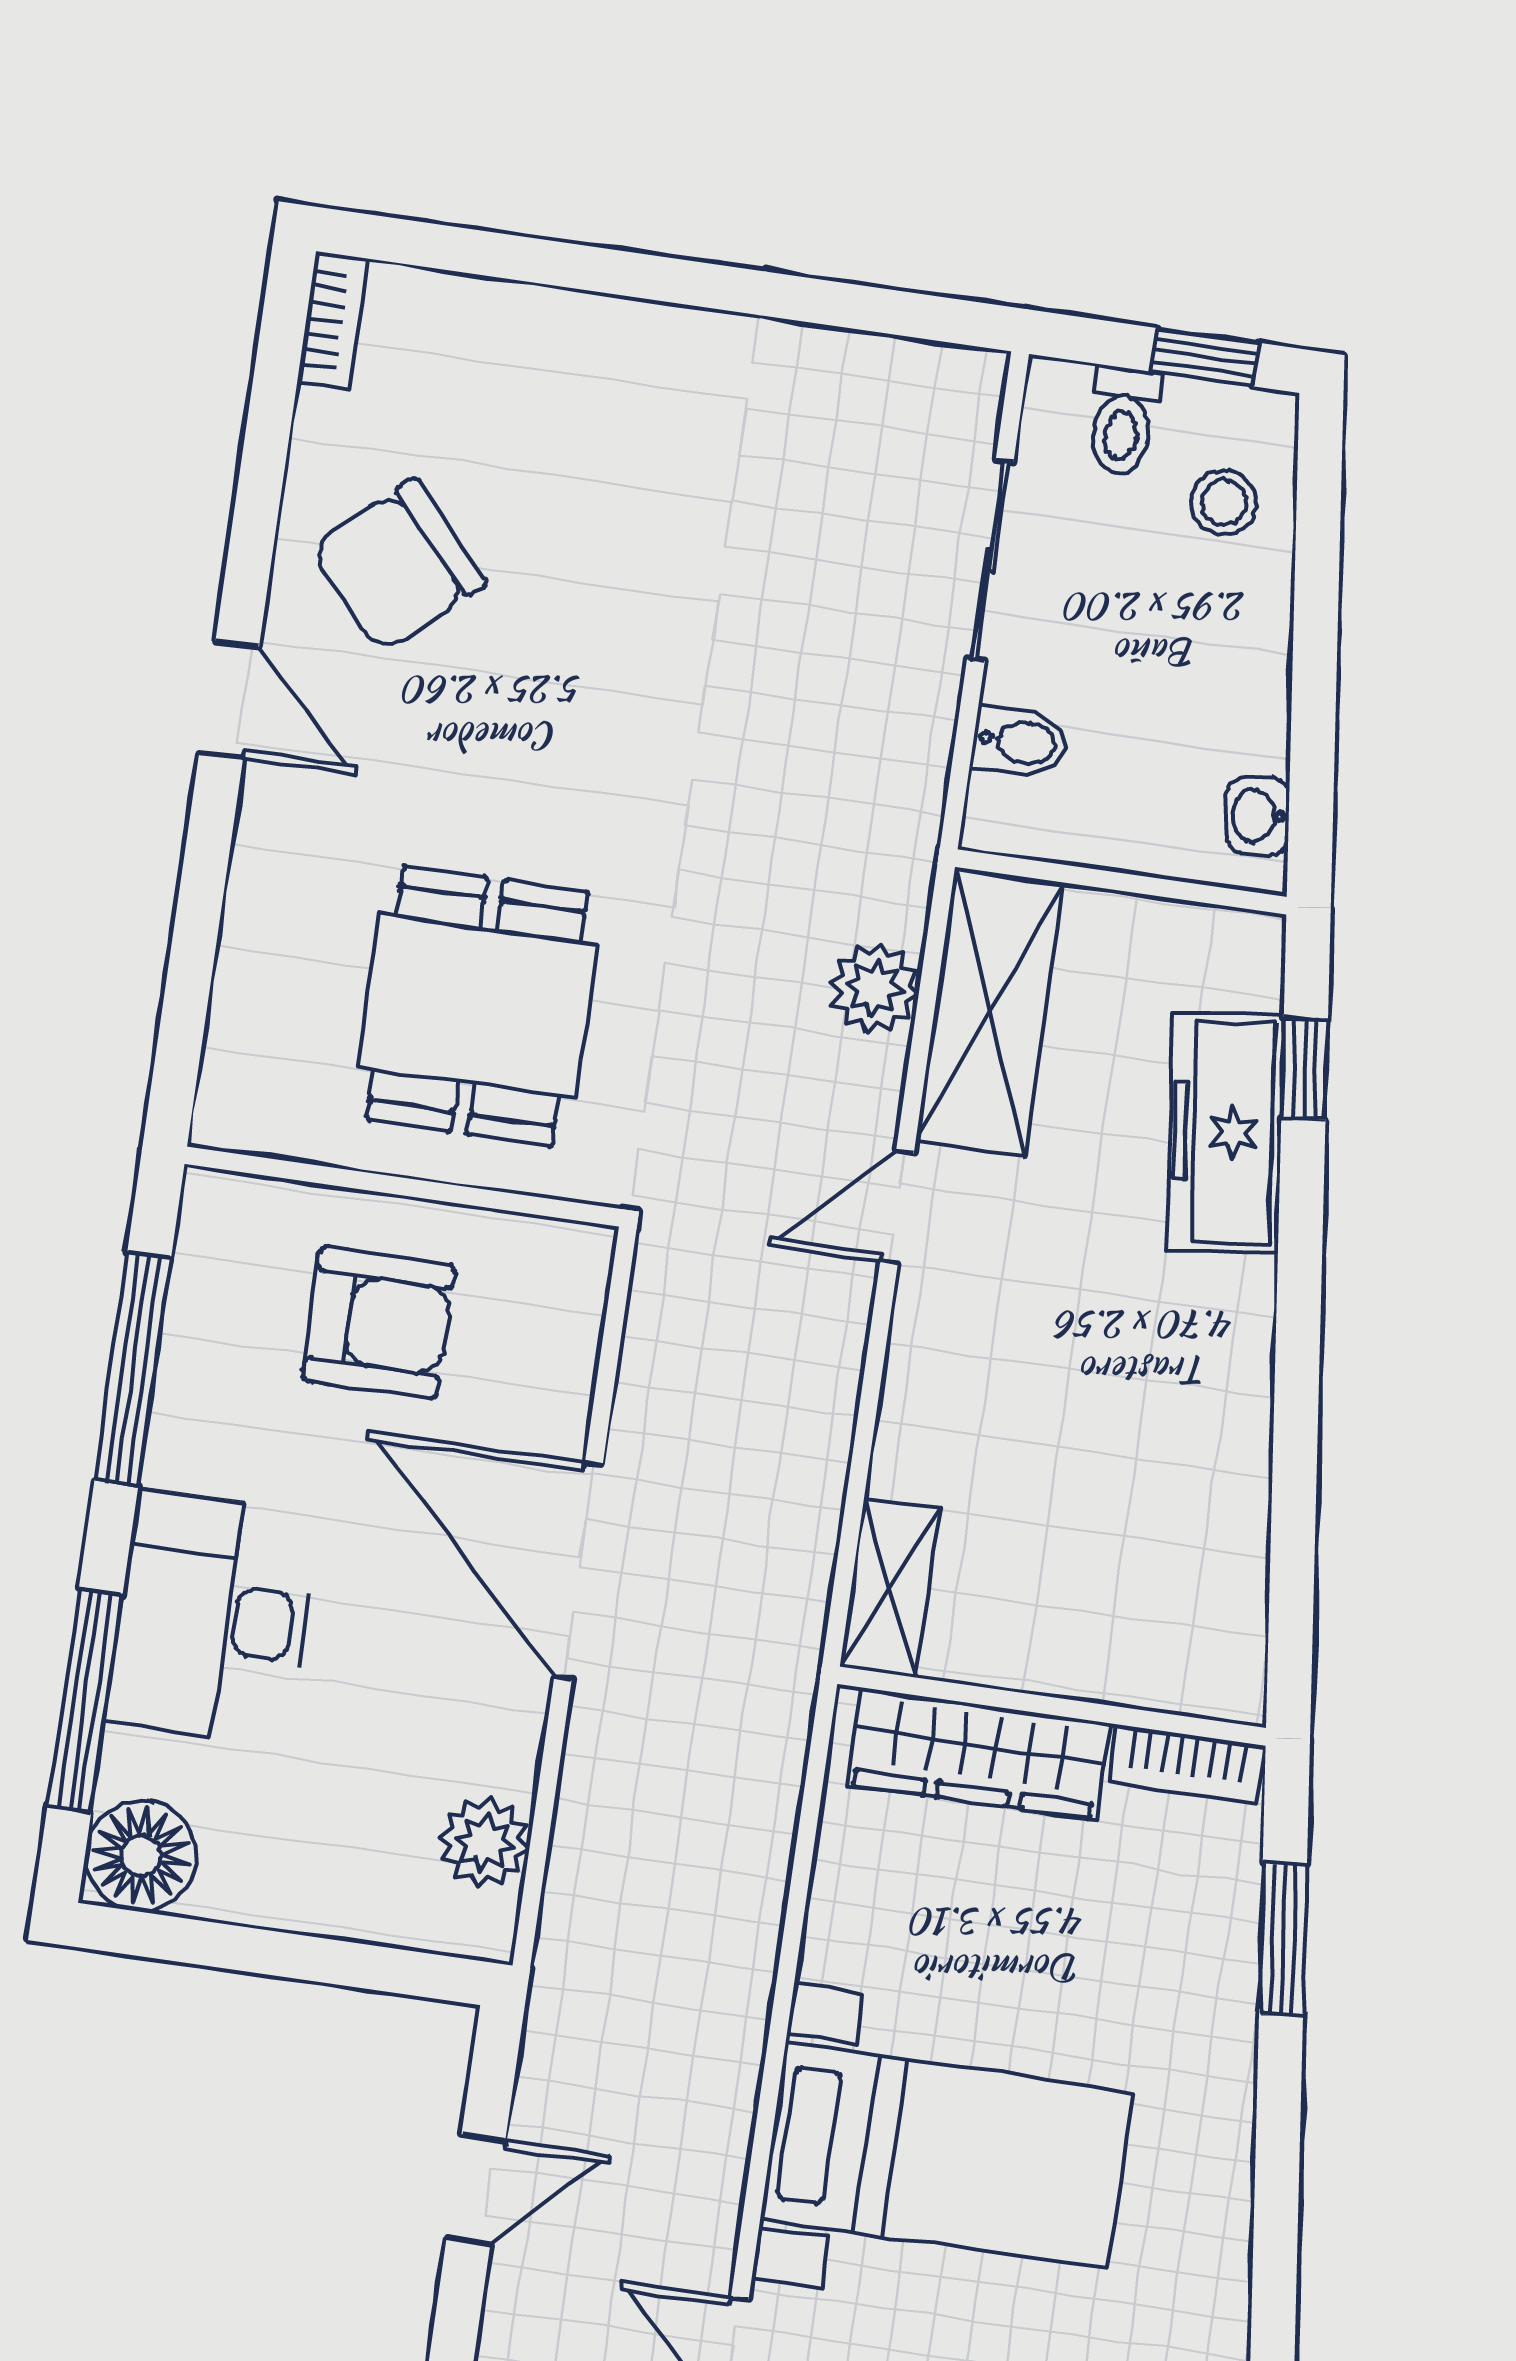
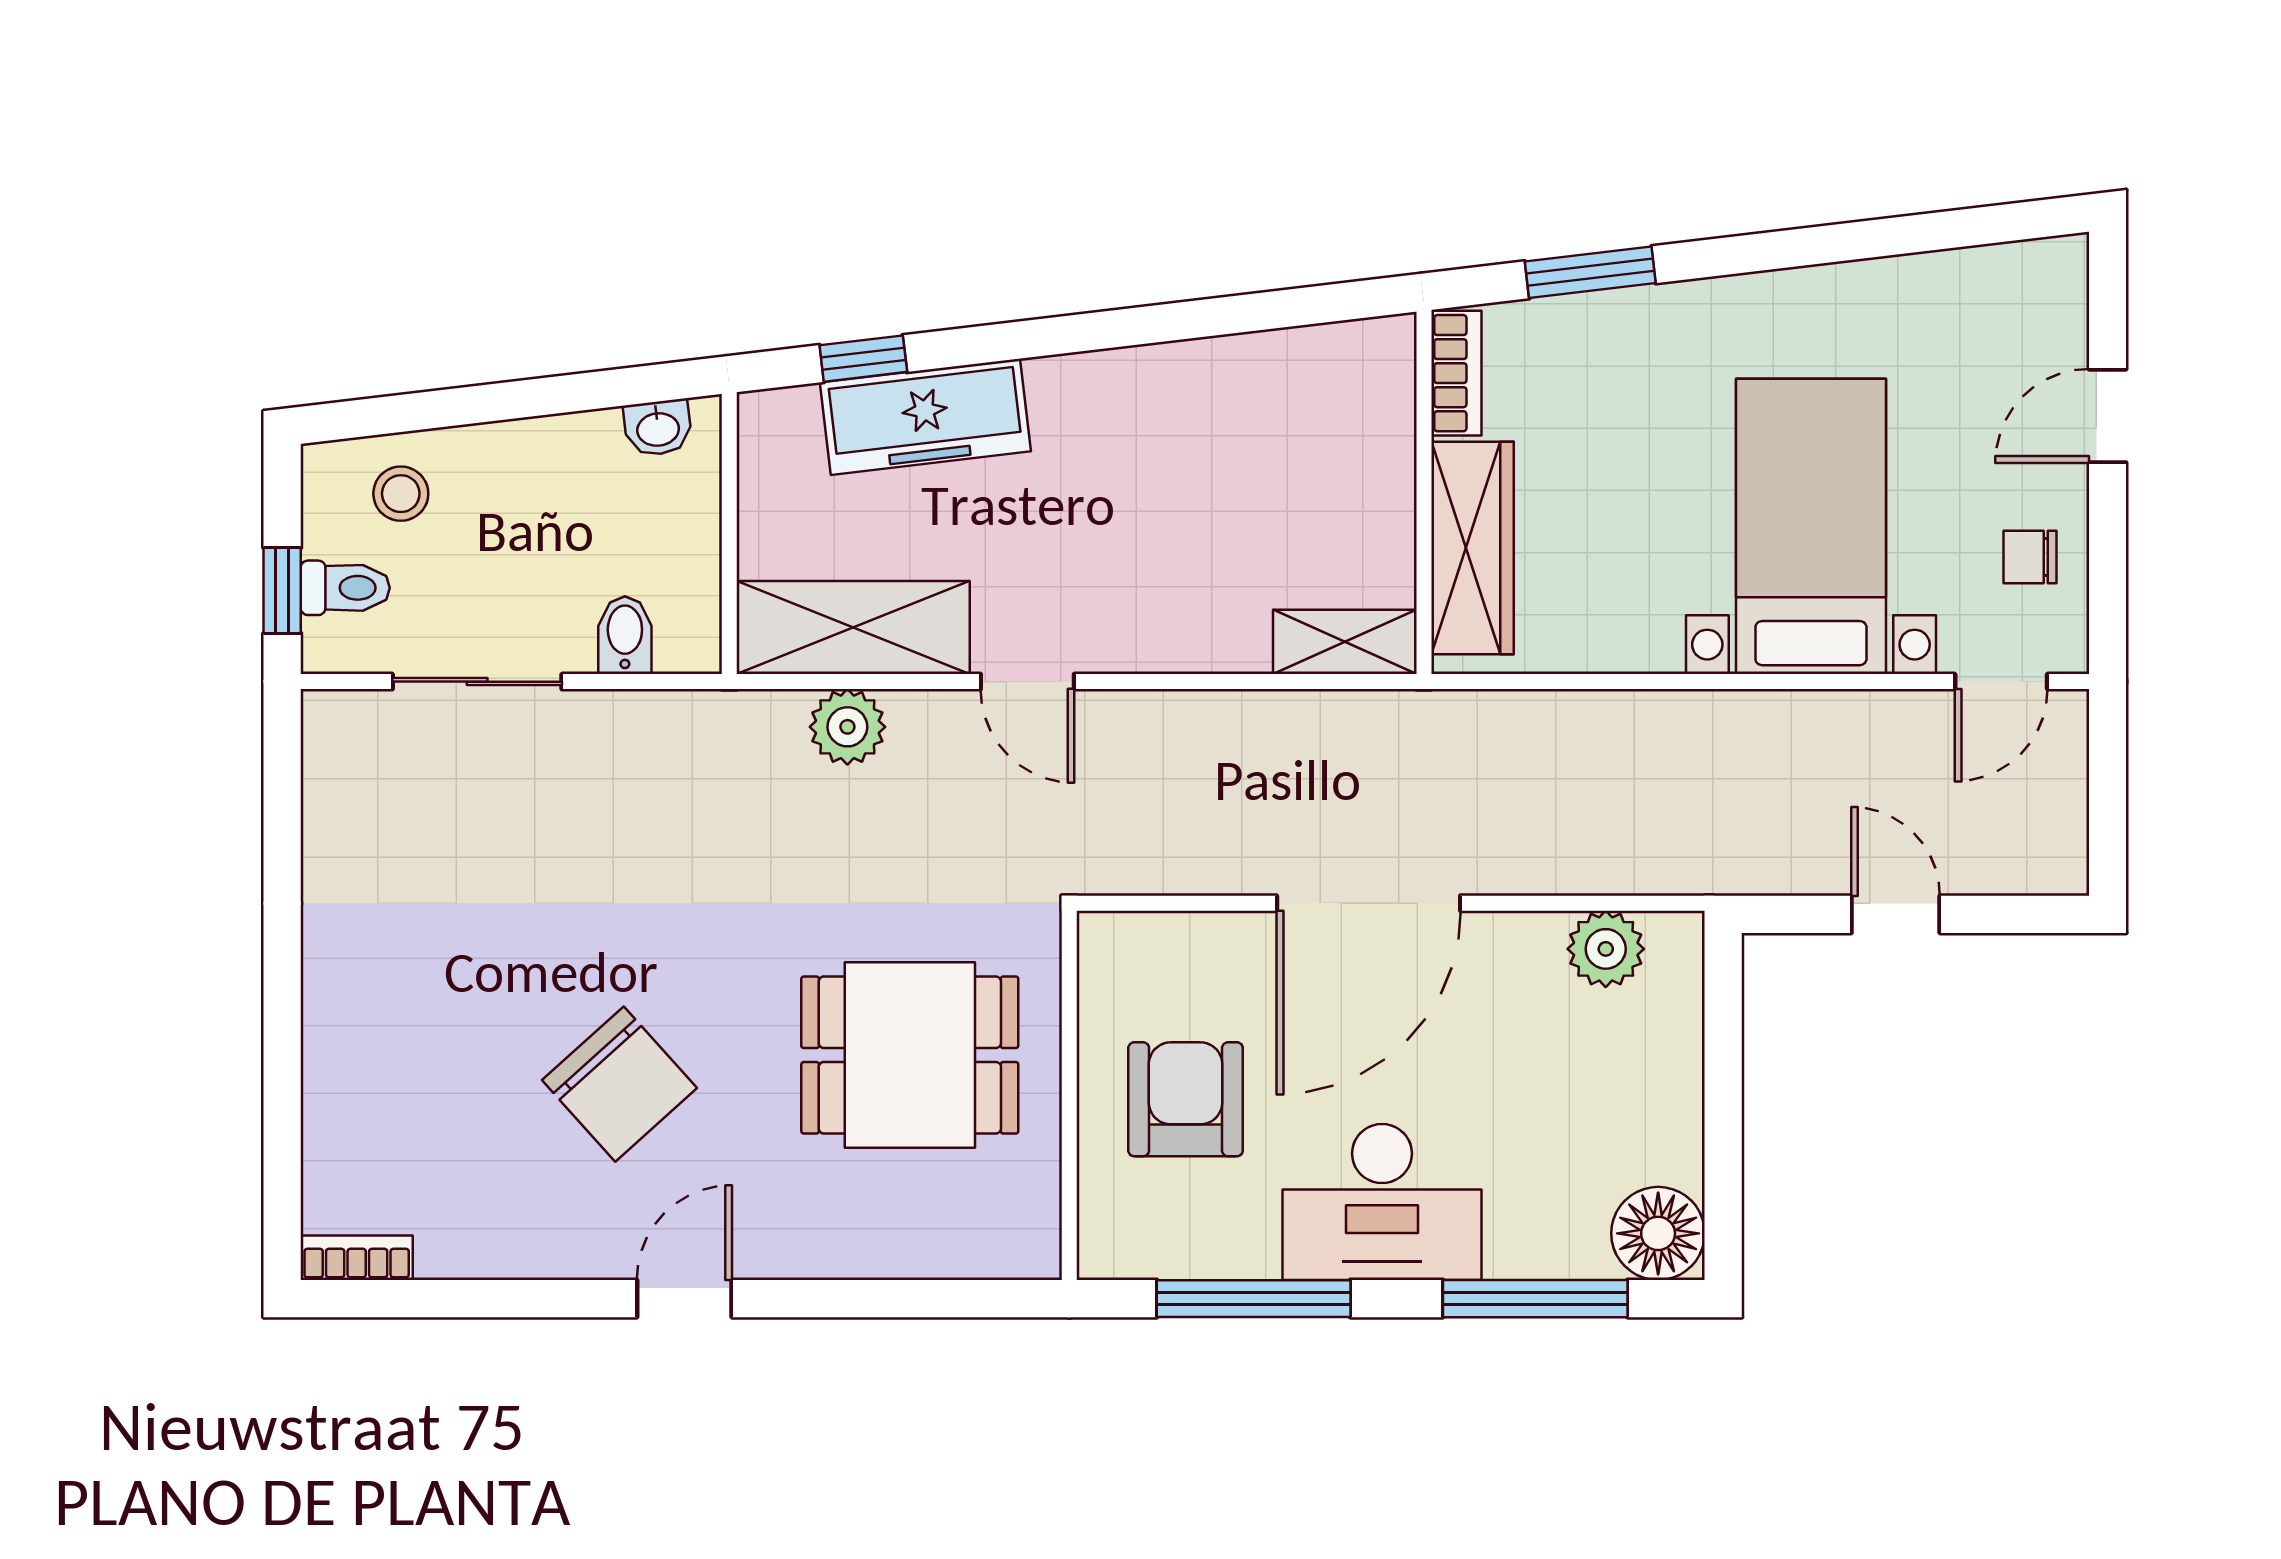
window: (1205, 357) -> (282, 590), moved
chair: (398, 566) -> (619, 1084), moved
desk: (213, 1617) -> (1382, 1202), moved

